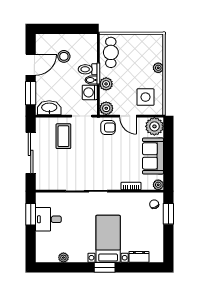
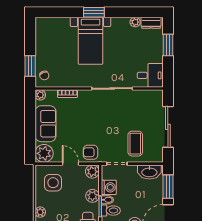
window: (31, 214) -> (168, 45), moved
desk: (48, 219) -> (150, 75), moved
dresser: (139, 257) -> (151, 23), moved

